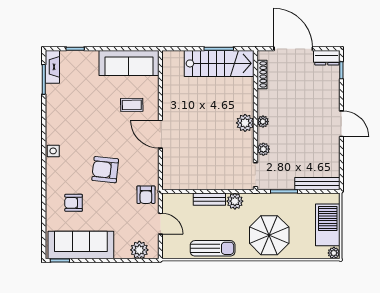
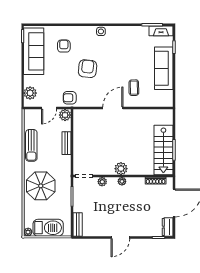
sofa: (129, 63) -> (164, 68), moved
bench: (317, 184) -> (78, 225), width x0.73
plant: (235, 201) -> (65, 115), moved

